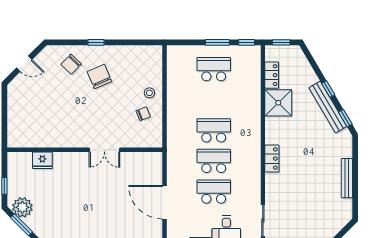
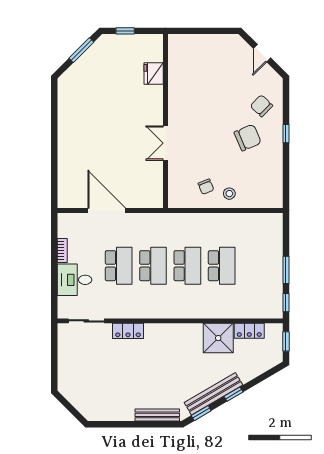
school desk: (214, 69) -> (222, 266), moved
locker: (272, 159) -> (128, 331), moved
bench: (347, 178) -> (157, 415), moved
door: (164, 202) -> (107, 210), hinge flipped
plant: (22, 207) -> (101, 51), removed

